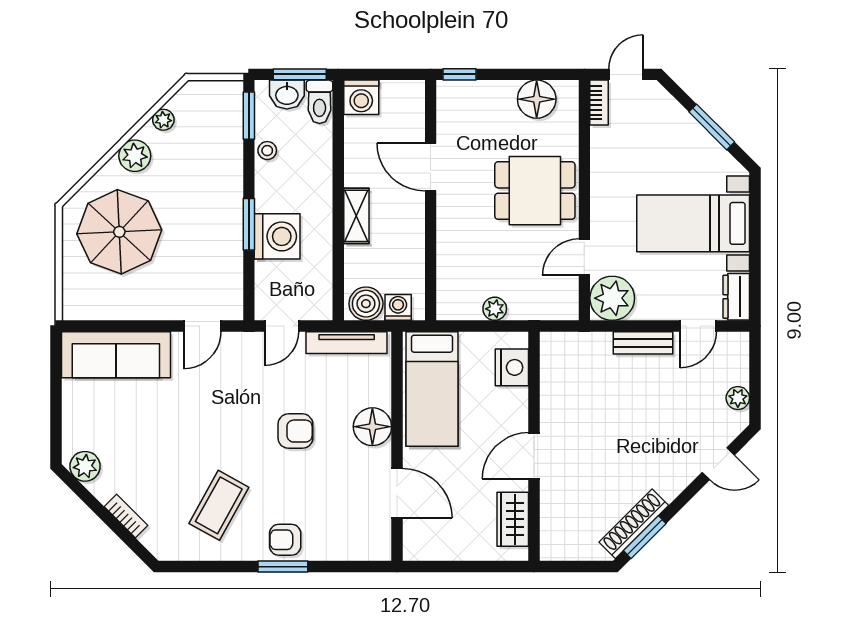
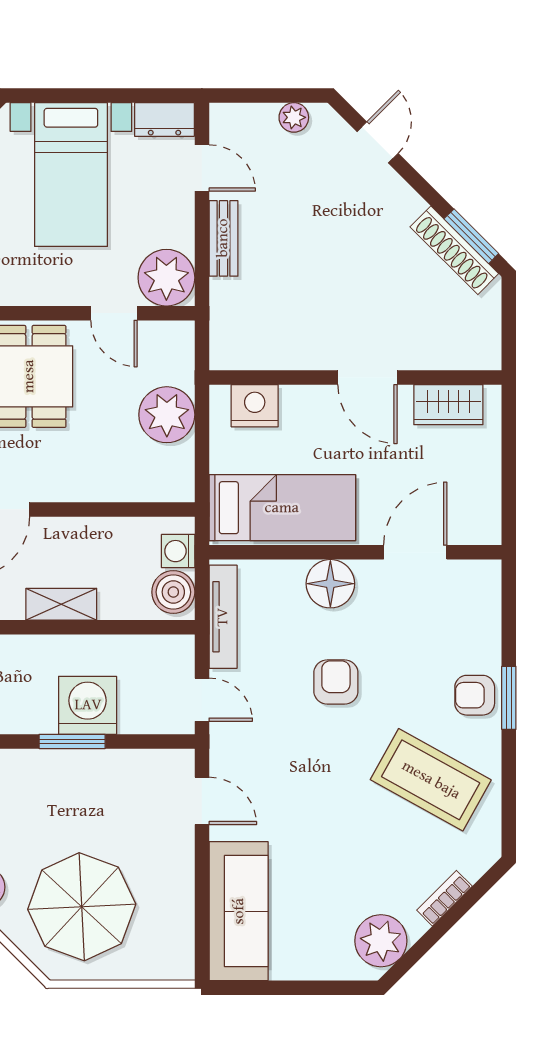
plant: (495, 309) -> (167, 415), width x1.88, depth x1.88
plant: (85, 466) -> (381, 941), width x1.36, depth x1.36
coffee table: (219, 505) -> (431, 780), width x1.36, depth x1.32
armchair: (285, 540) -> (475, 695), turned 90

